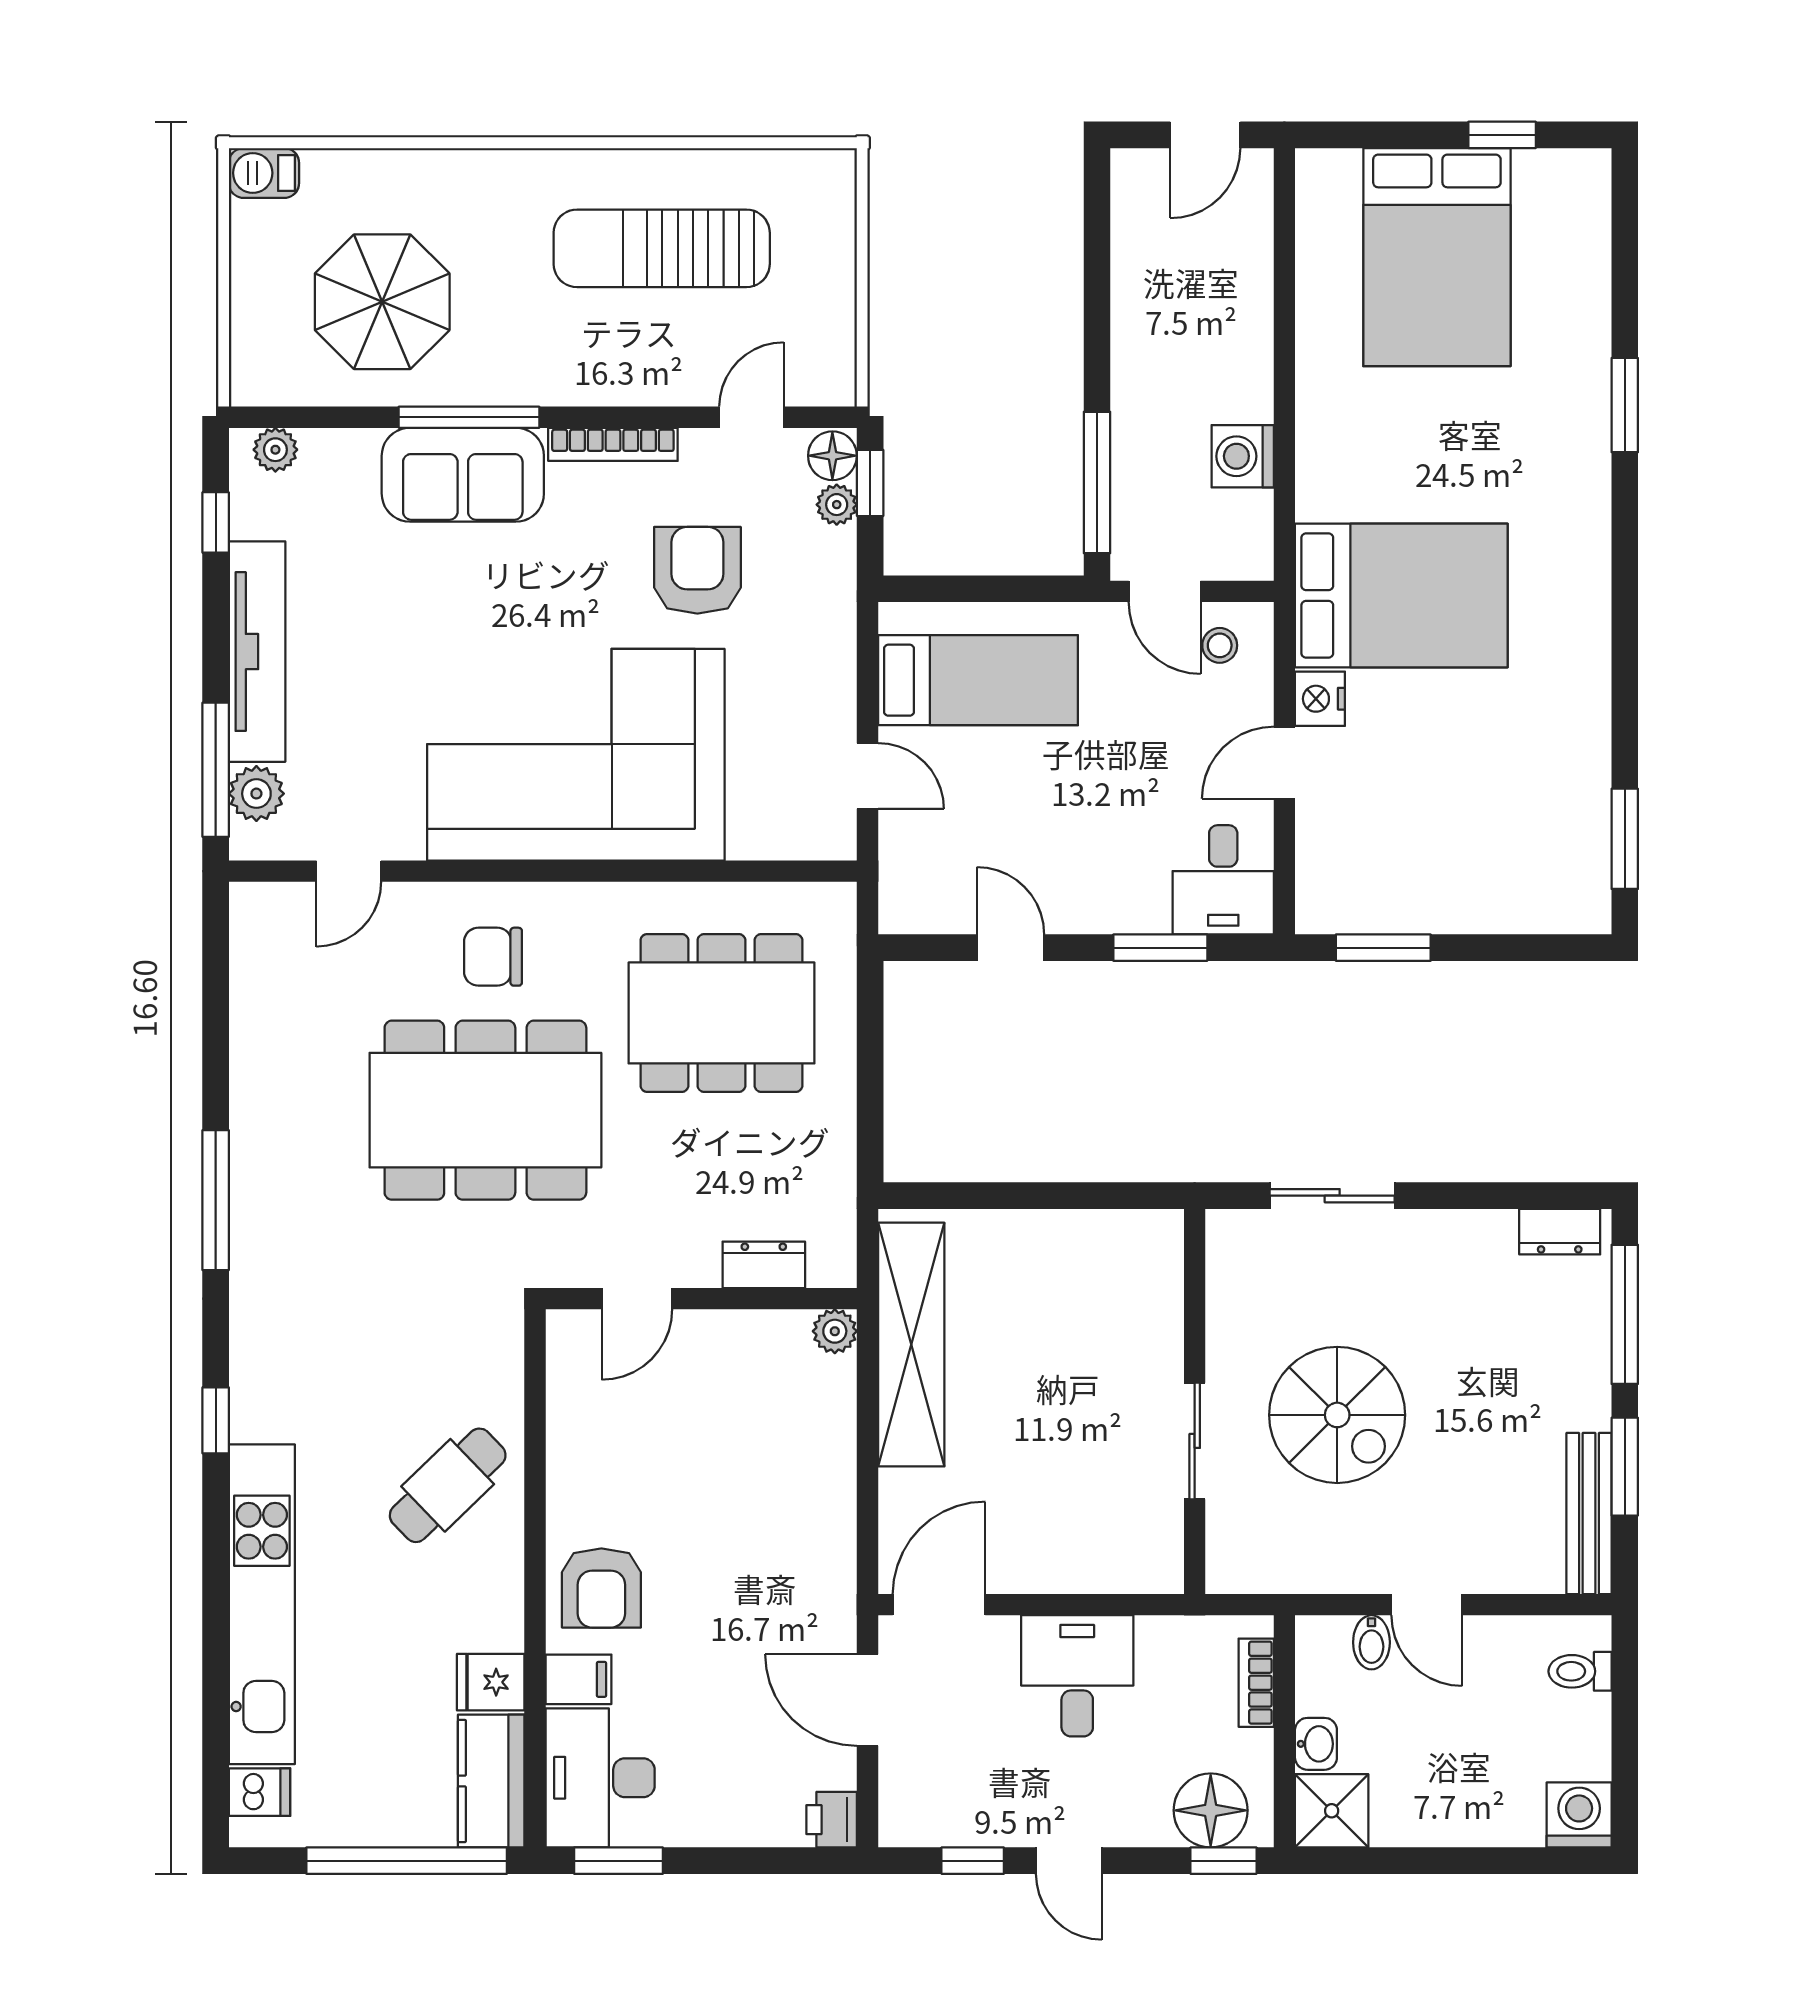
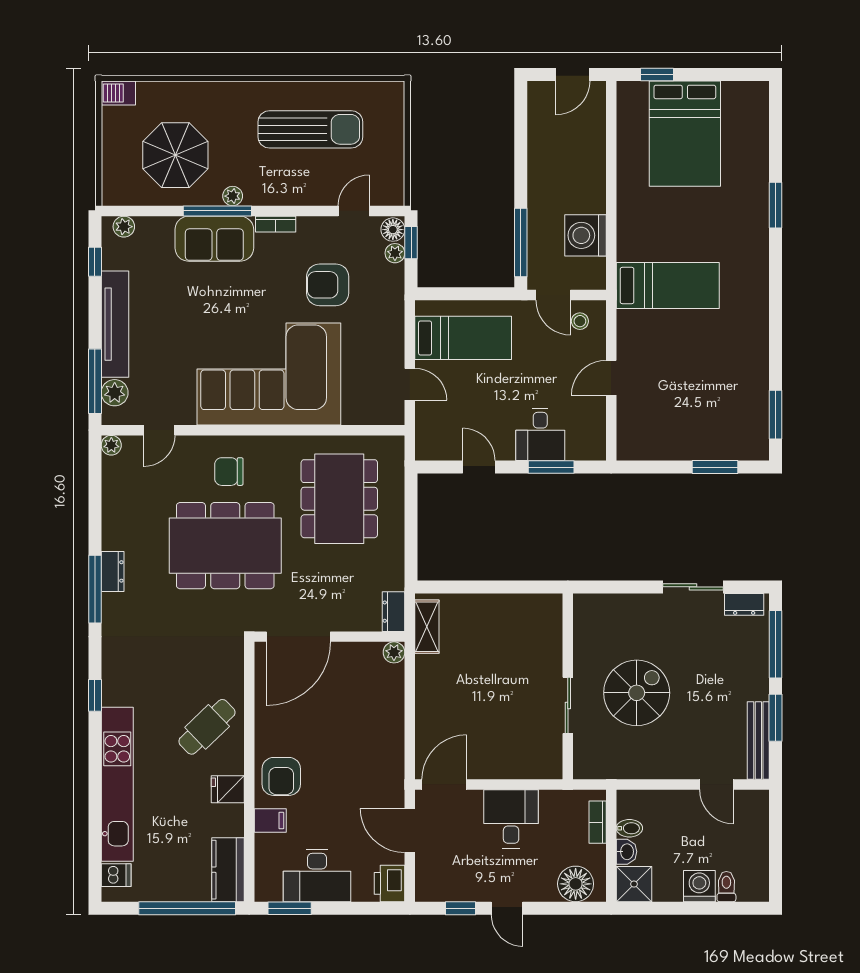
window: (1502, 135) -> (657, 75), moved
sun lounger: (662, 248) -> (310, 129), turned 180
plant: (501, 386) -> (233, 196), added
bookcase: (613, 444) -> (276, 224), width x0.64
washing machine: (1243, 456) -> (585, 235), width x1.37, depth x1.37
armchair: (697, 570) -> (328, 285), turned -90
bed: (1401, 596) -> (668, 285), width x0.67
nightstand: (1320, 699) -> (628, 347), removed
desk: (1223, 880) -> (540, 434), moved
plant: (249, 902) -> (111, 445), added
window: (1383, 948) -> (715, 467), moved
dining table: (721, 1013) -> (339, 499), turned 90
dresser: (252, 1164) -> (113, 571), added
sliding door: (1332, 1196) -> (693, 587), moved
dresser: (764, 1265) -> (393, 612), moved, turned -90
door: (637, 1299) -> (298, 637), width x1.88
shelving: (911, 1345) -> (427, 627), width x0.45, depth x0.75
spiral stairs: (1337, 1415) -> (637, 693), turned -90
door: (1427, 1605) -> (717, 784), moved
bidet: (1371, 1642) -> (629, 828), moved, turned -90
toilet: (1580, 1671) -> (726, 887), moved, turned 90
fridge: (491, 1682) -> (228, 789), moved
desk: (600, 1778) -> (317, 875), moved, turned -90
washing machine: (1579, 1815) -> (699, 886), moved
printer: (832, 1820) -> (390, 883), width x1.36, depth x1.24
window: (1224, 1861) -> (582, 908), removed

